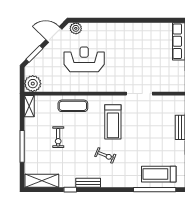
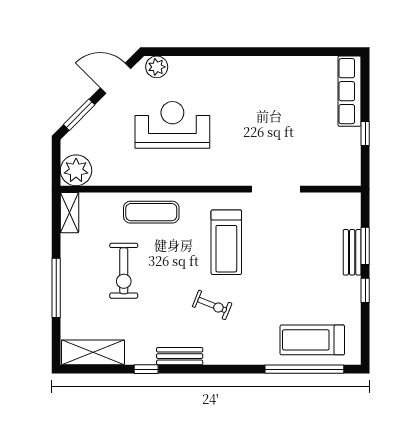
exercise bike: (58, 137) -> (124, 271), width x1.38, depth x1.39

